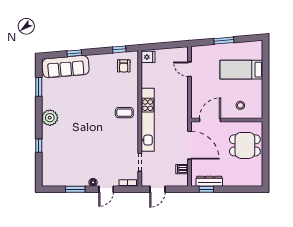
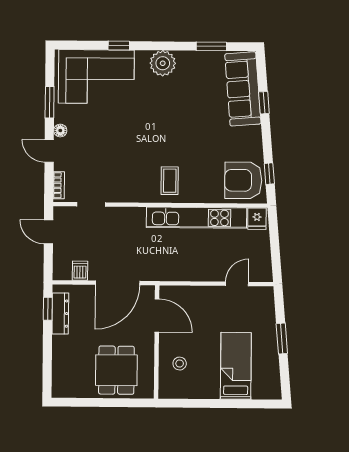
armchair: (124, 66) -> (243, 180), width x1.88, depth x1.88
kitchen unit: (148, 120) -> (196, 218), moved
corner sofa: (59, 160) -> (96, 77), added

